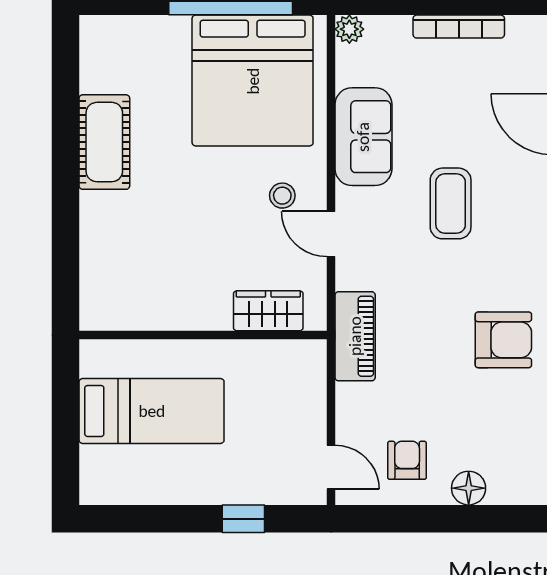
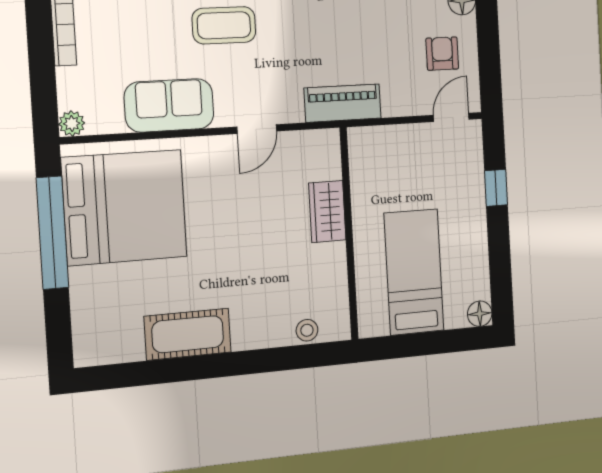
stool: (282, 196) -> (307, 330), moved
wardrobe: (268, 311) -> (327, 212), moved
armchair: (407, 460) -> (442, 54), turned 90
floor lamp: (94, 490) -> (480, 314), added

